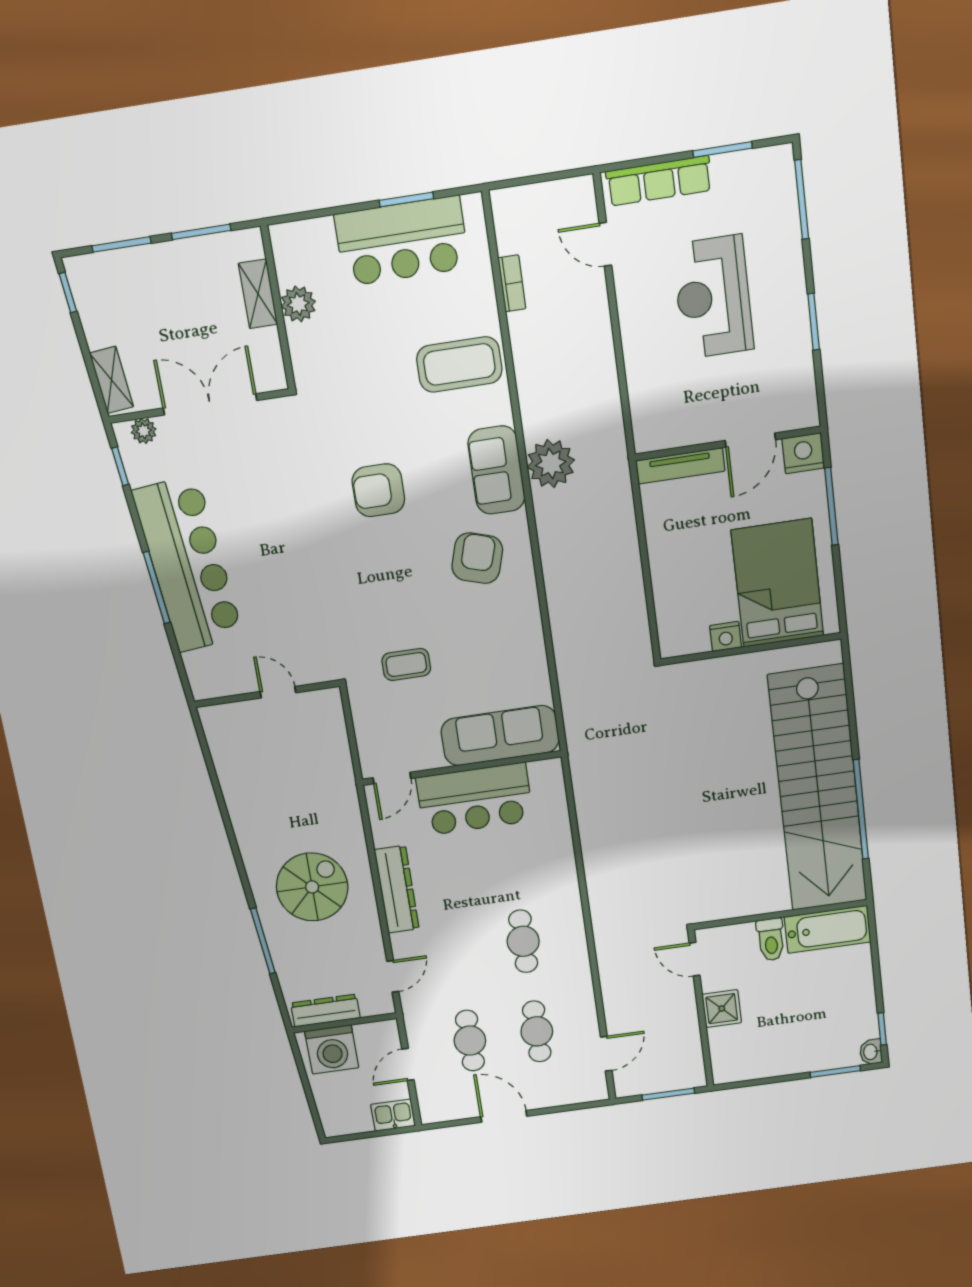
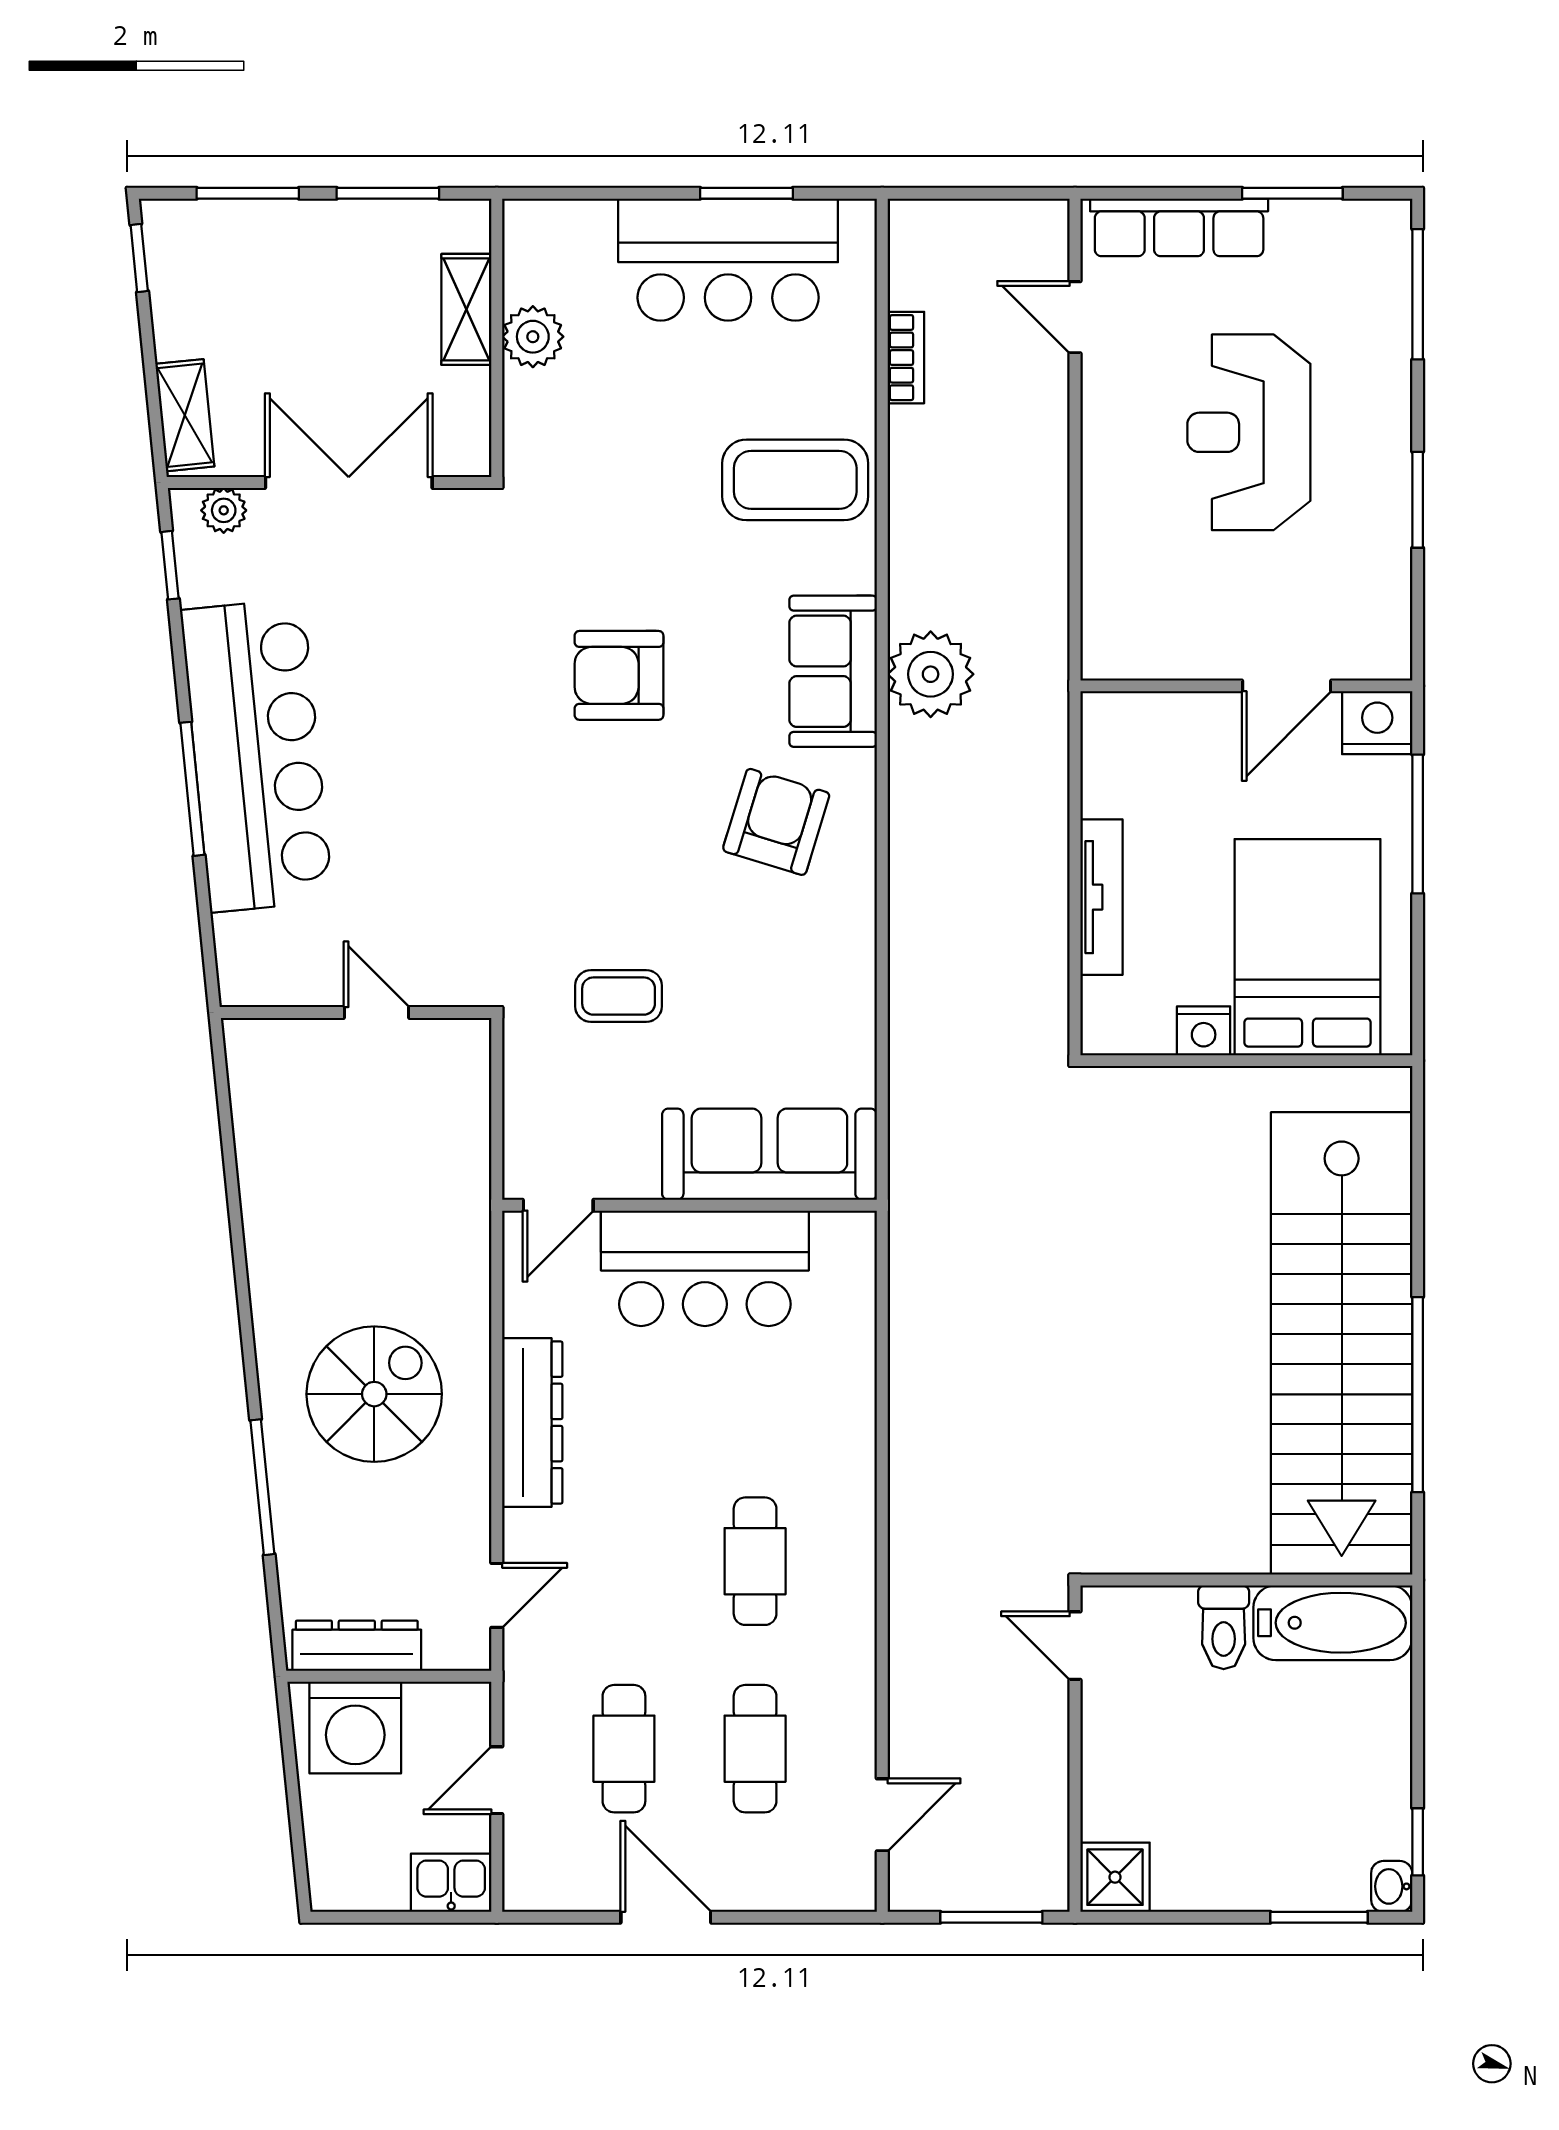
tv unit: (680, 466) -> (1101, 897), moved, turned -90
shower: (722, 1009) -> (1115, 1877), moved

